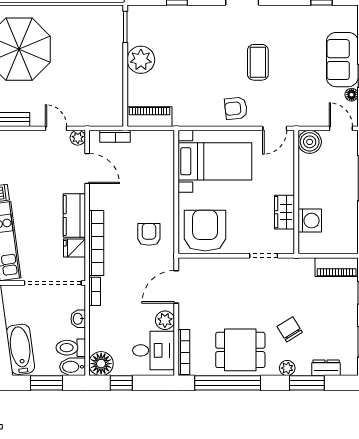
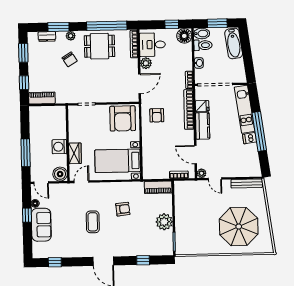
armchair: (236, 108) -> (123, 209), moved
wardrobe: (284, 212) -> (75, 153), moved
washing machine: (310, 221) -> (59, 147), moved

